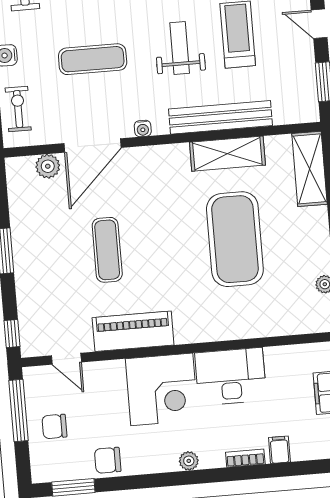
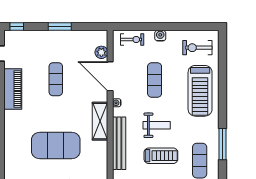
shelving: (227, 154) -> (100, 121), moved
exercise mat: (107, 250) -> (56, 79), turned 90

